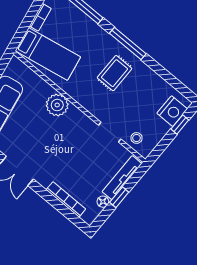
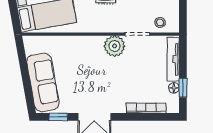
plant: (57, 105) -> (115, 46), moved
window: (119, 197) -> (183, 88), moved

